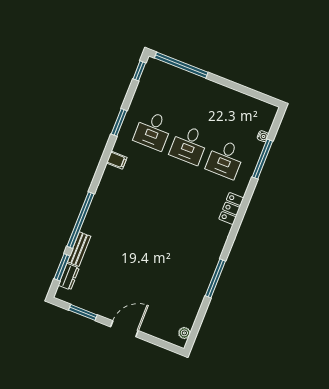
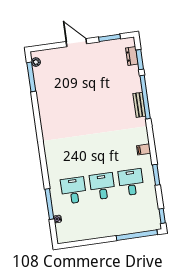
locker: (231, 208) -> (51, 160), removed
bench: (79, 249) -> (139, 105), moved
window: (215, 278) -> (31, 77), moved
door: (124, 329) -> (76, 43), swing flipped

